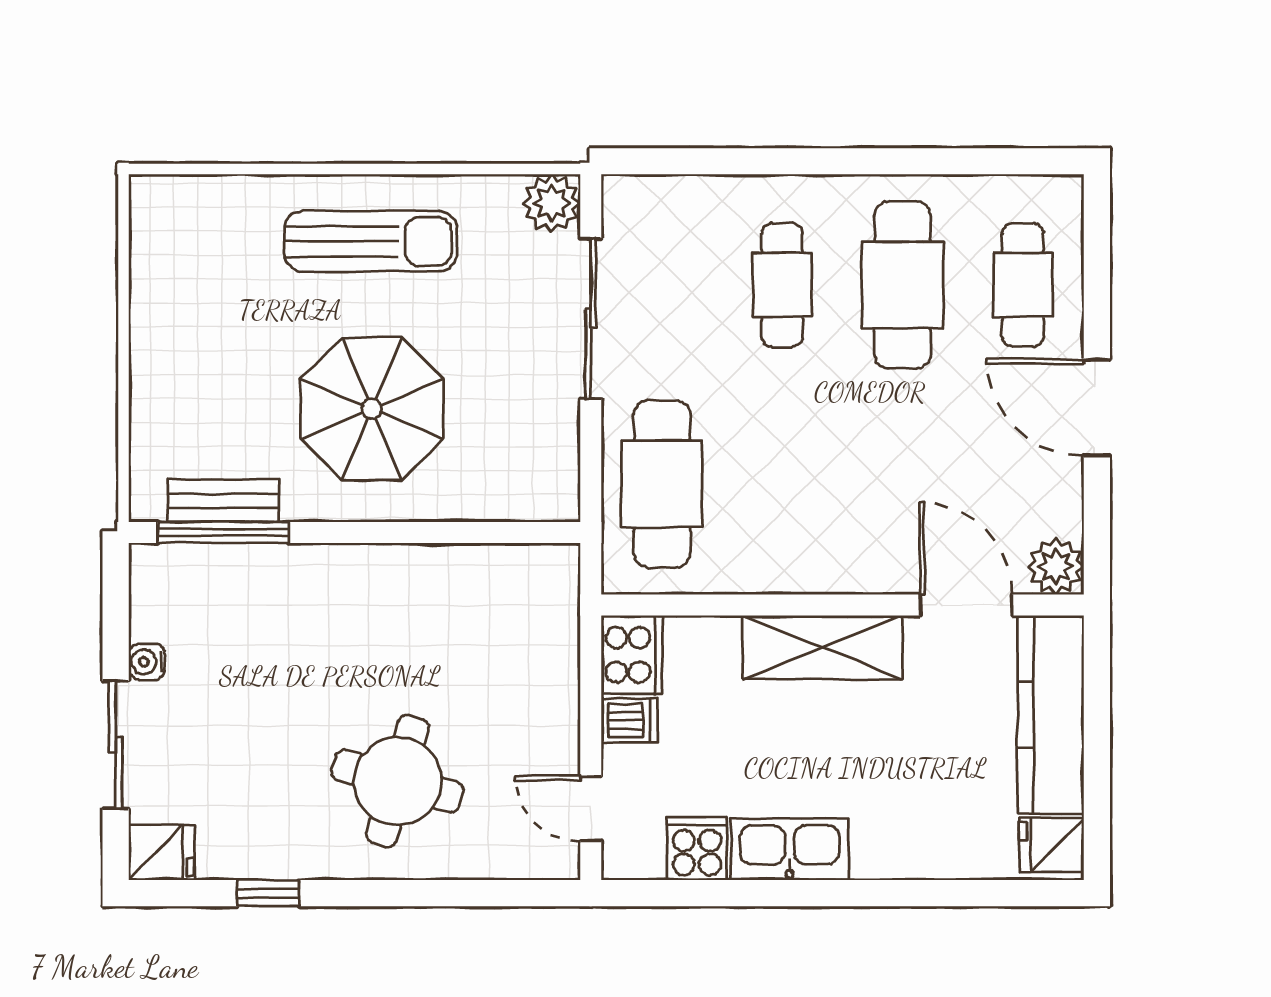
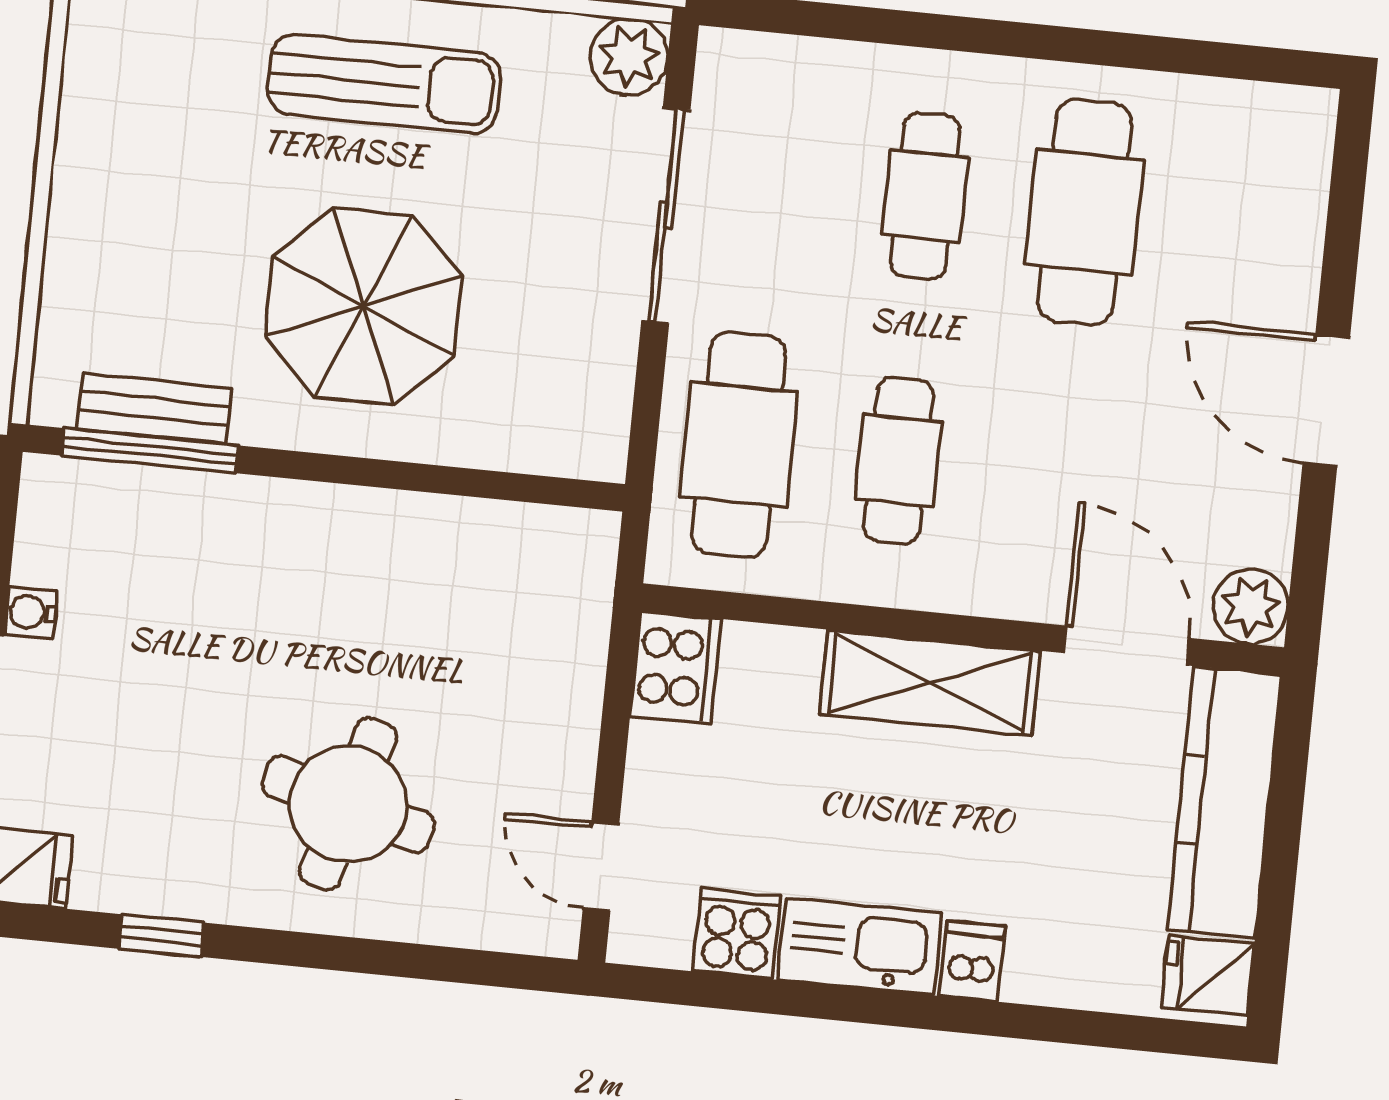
cafe table: (1023, 285) -> (898, 460), moved
dishwasher: (629, 720) -> (972, 961), moved, turned -90

